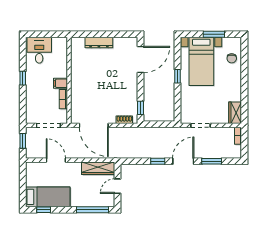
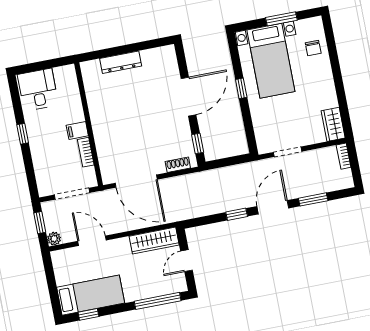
door: (141, 59) -> (189, 97), moved
plant: (30, 154) -> (54, 239), added

